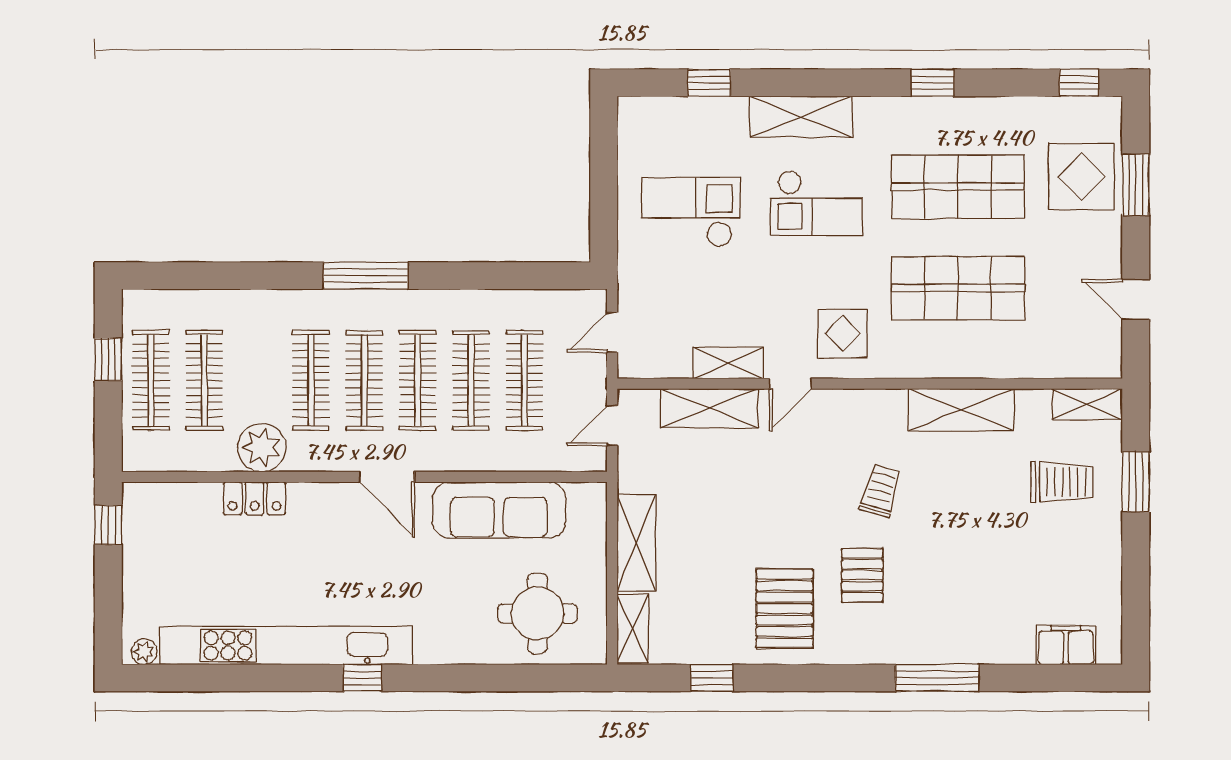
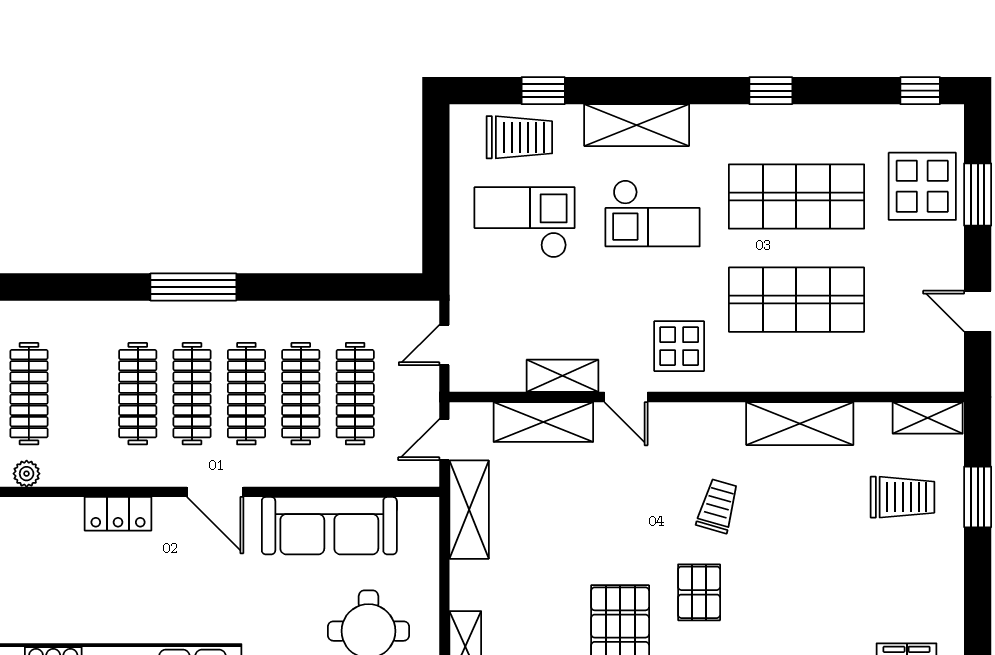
trolley: (686, 129) -> (519, 137), added
door: (790, 384) -> (626, 397), hinge flipped
plant: (262, 448) -> (27, 474), moved, width x0.53, depth x0.53
locker: (255, 498) -> (118, 514), moved
shelving: (636, 543) -> (469, 510), moved

